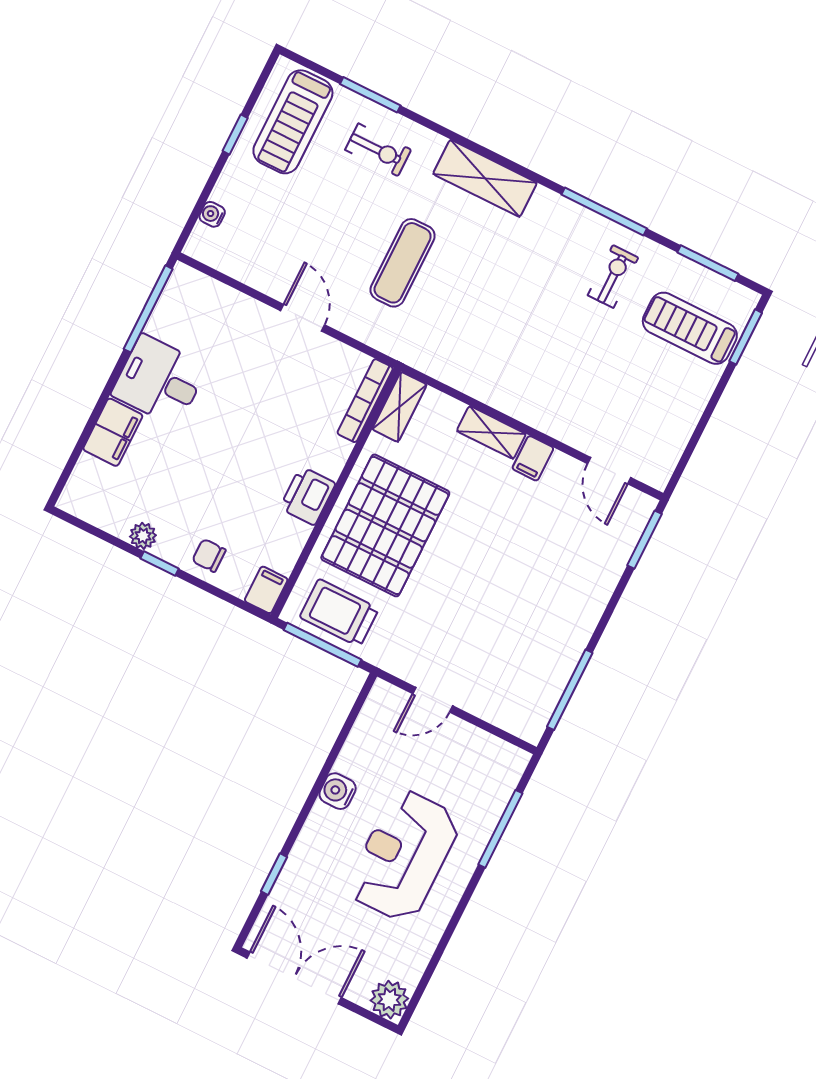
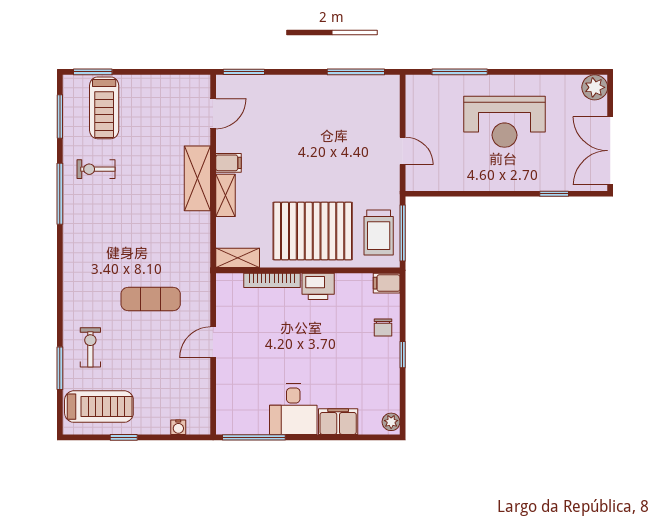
shelving: (485, 178) -> (197, 178), moved
bookcase: (365, 401) -> (272, 280), moved
plant: (143, 536) -> (391, 422), moved
water cooler: (338, 791) -> (486, 180), removed

